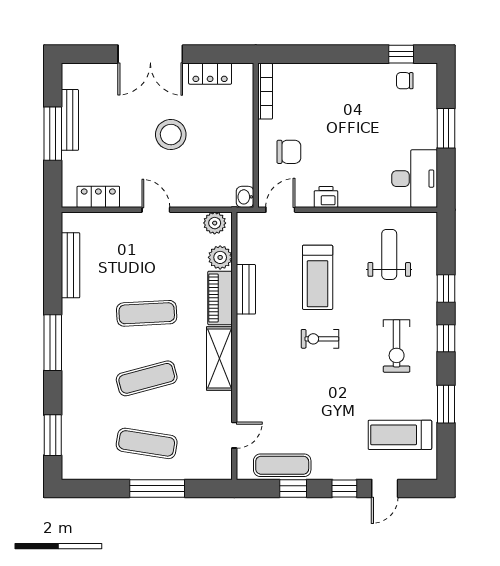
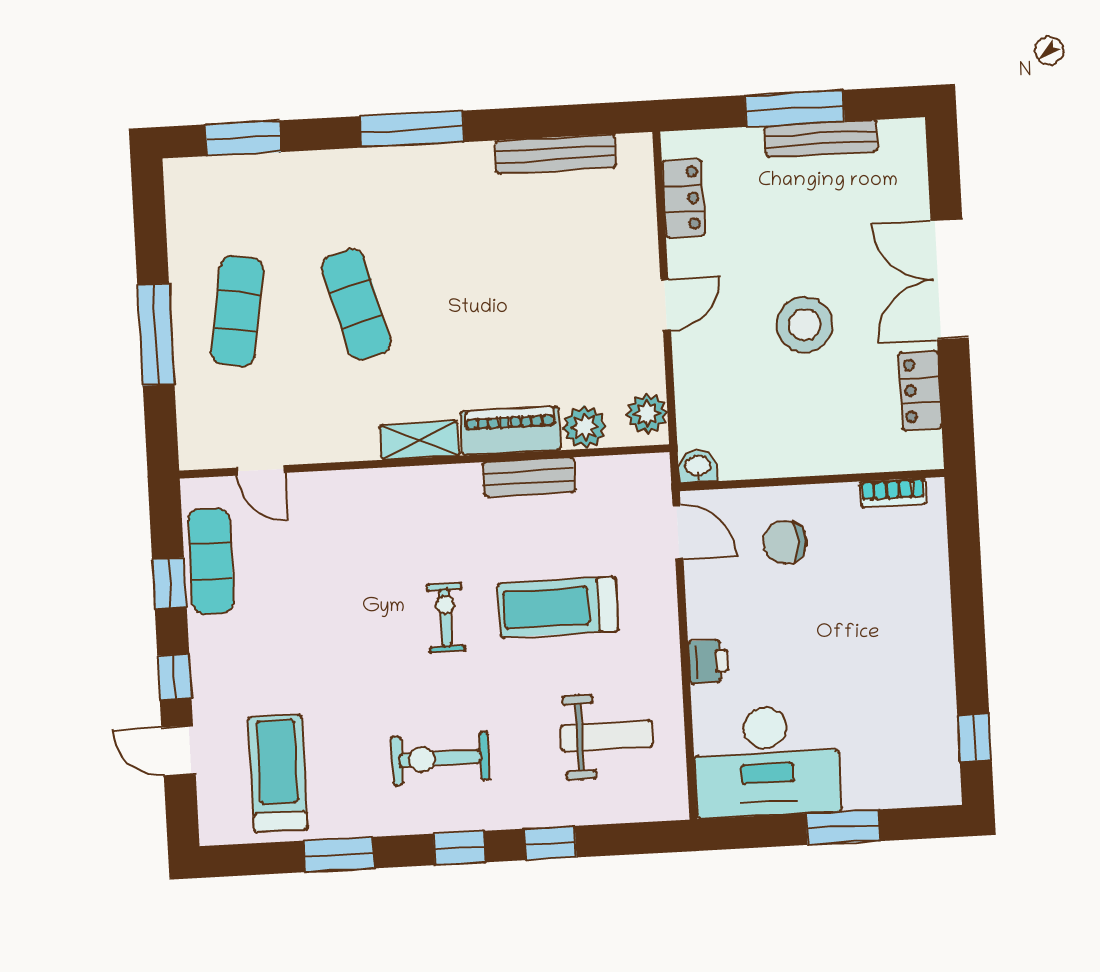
chair: (405, 81) -> (926, 747), removed
bookcase: (265, 91) -> (893, 493), width x0.64
chair: (289, 152) -> (785, 542), turned 90
desk: (415, 179) -> (767, 761), width x1.36, depth x1.30
printer: (326, 197) -> (708, 661), moved
exercise mat: (147, 313) -> (475, 298), removed
shelving: (219, 358) -> (419, 440), width x0.67, depth x0.75

